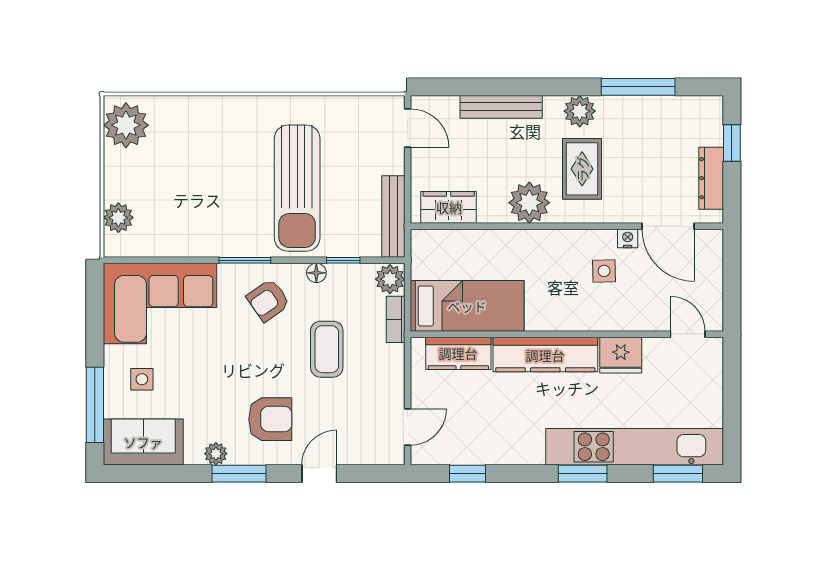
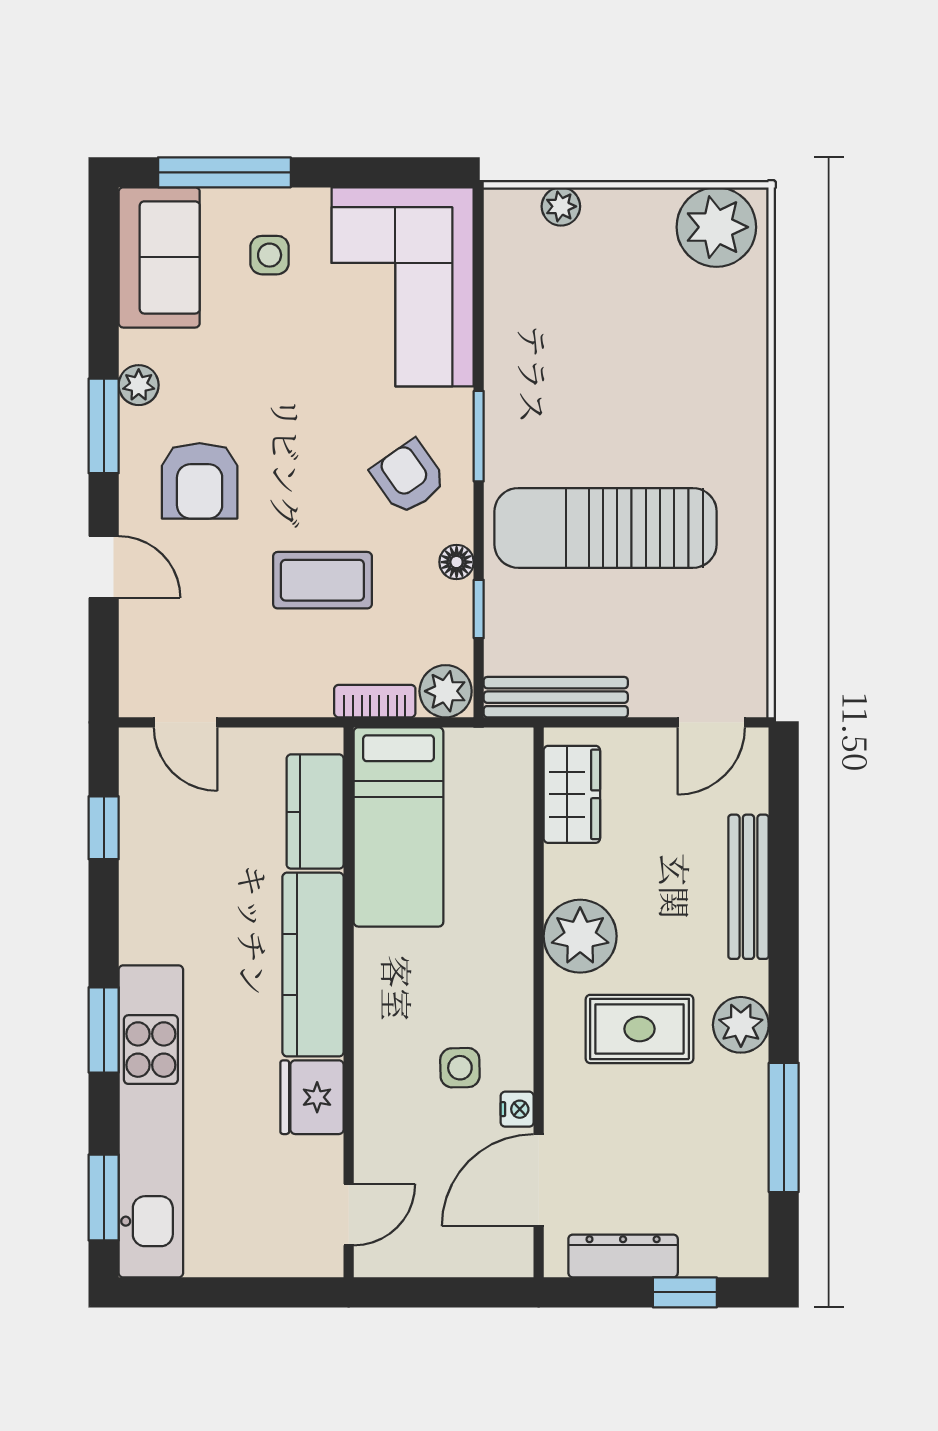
plant: (118, 218) -> (561, 206), width x0.73, depth x0.73

